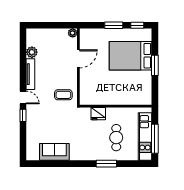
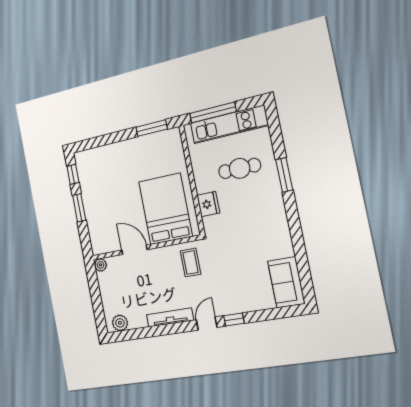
plant: (32, 52) -> (120, 323), moved
bed: (130, 56) -> (165, 209), moved, turned 180
window: (155, 65) -> (152, 128), moved
window: (155, 139) -> (213, 113), moved
sofa: (54, 152) -> (286, 282), moved

